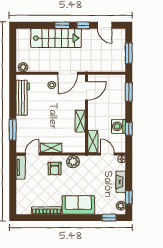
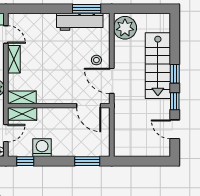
door: (105, 25) -> (175, 129), hinge flipped
window: (129, 53) -> (138, 161), removed
plant: (23, 67) -> (125, 28), width x1.88, depth x1.88
shelving: (80, 121) -> (22, 97), moved
window: (129, 129) -> (25, 161), moved
window: (13, 130) -> (87, 9), moved

